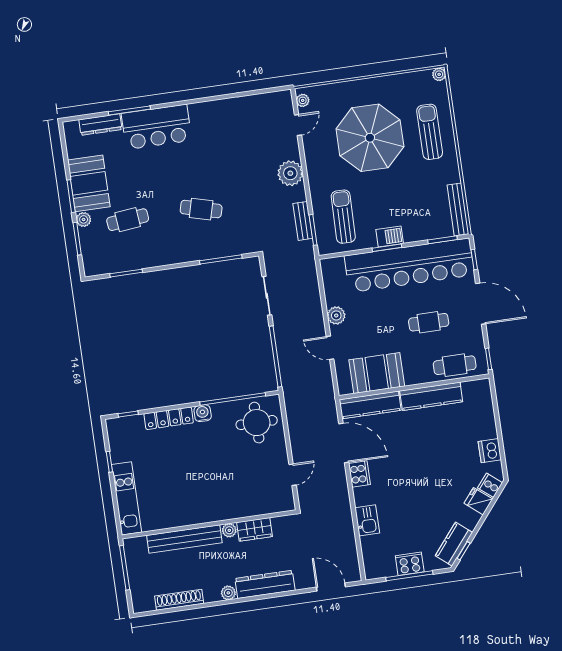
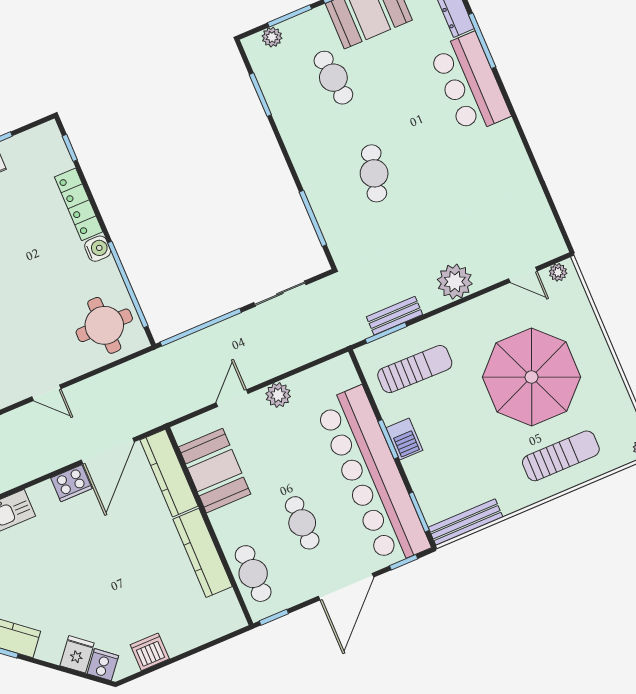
plant: (84, 219) -> (272, 37), moved

